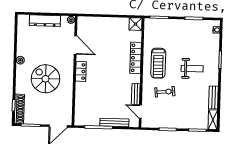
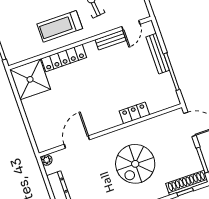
shower: (136, 24) -> (30, 79), width x1.86, depth x1.86
treadmill: (158, 63) -> (60, 26), turned 180
locker: (81, 71) -> (134, 113), moved

